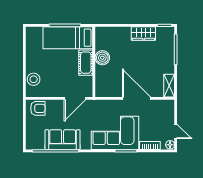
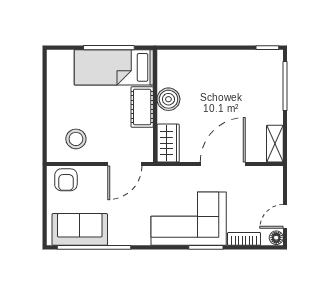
wardrobe: (143, 33) -> (168, 143), moved, turned -90
stool: (34, 79) -> (76, 139), moved
door: (137, 98) -> (223, 164), hinge flipped
armchair: (38, 108) -> (66, 180), turned 90
door: (176, 131) -> (285, 216), swing flipped
sofa: (63, 140) -> (80, 229), moved

